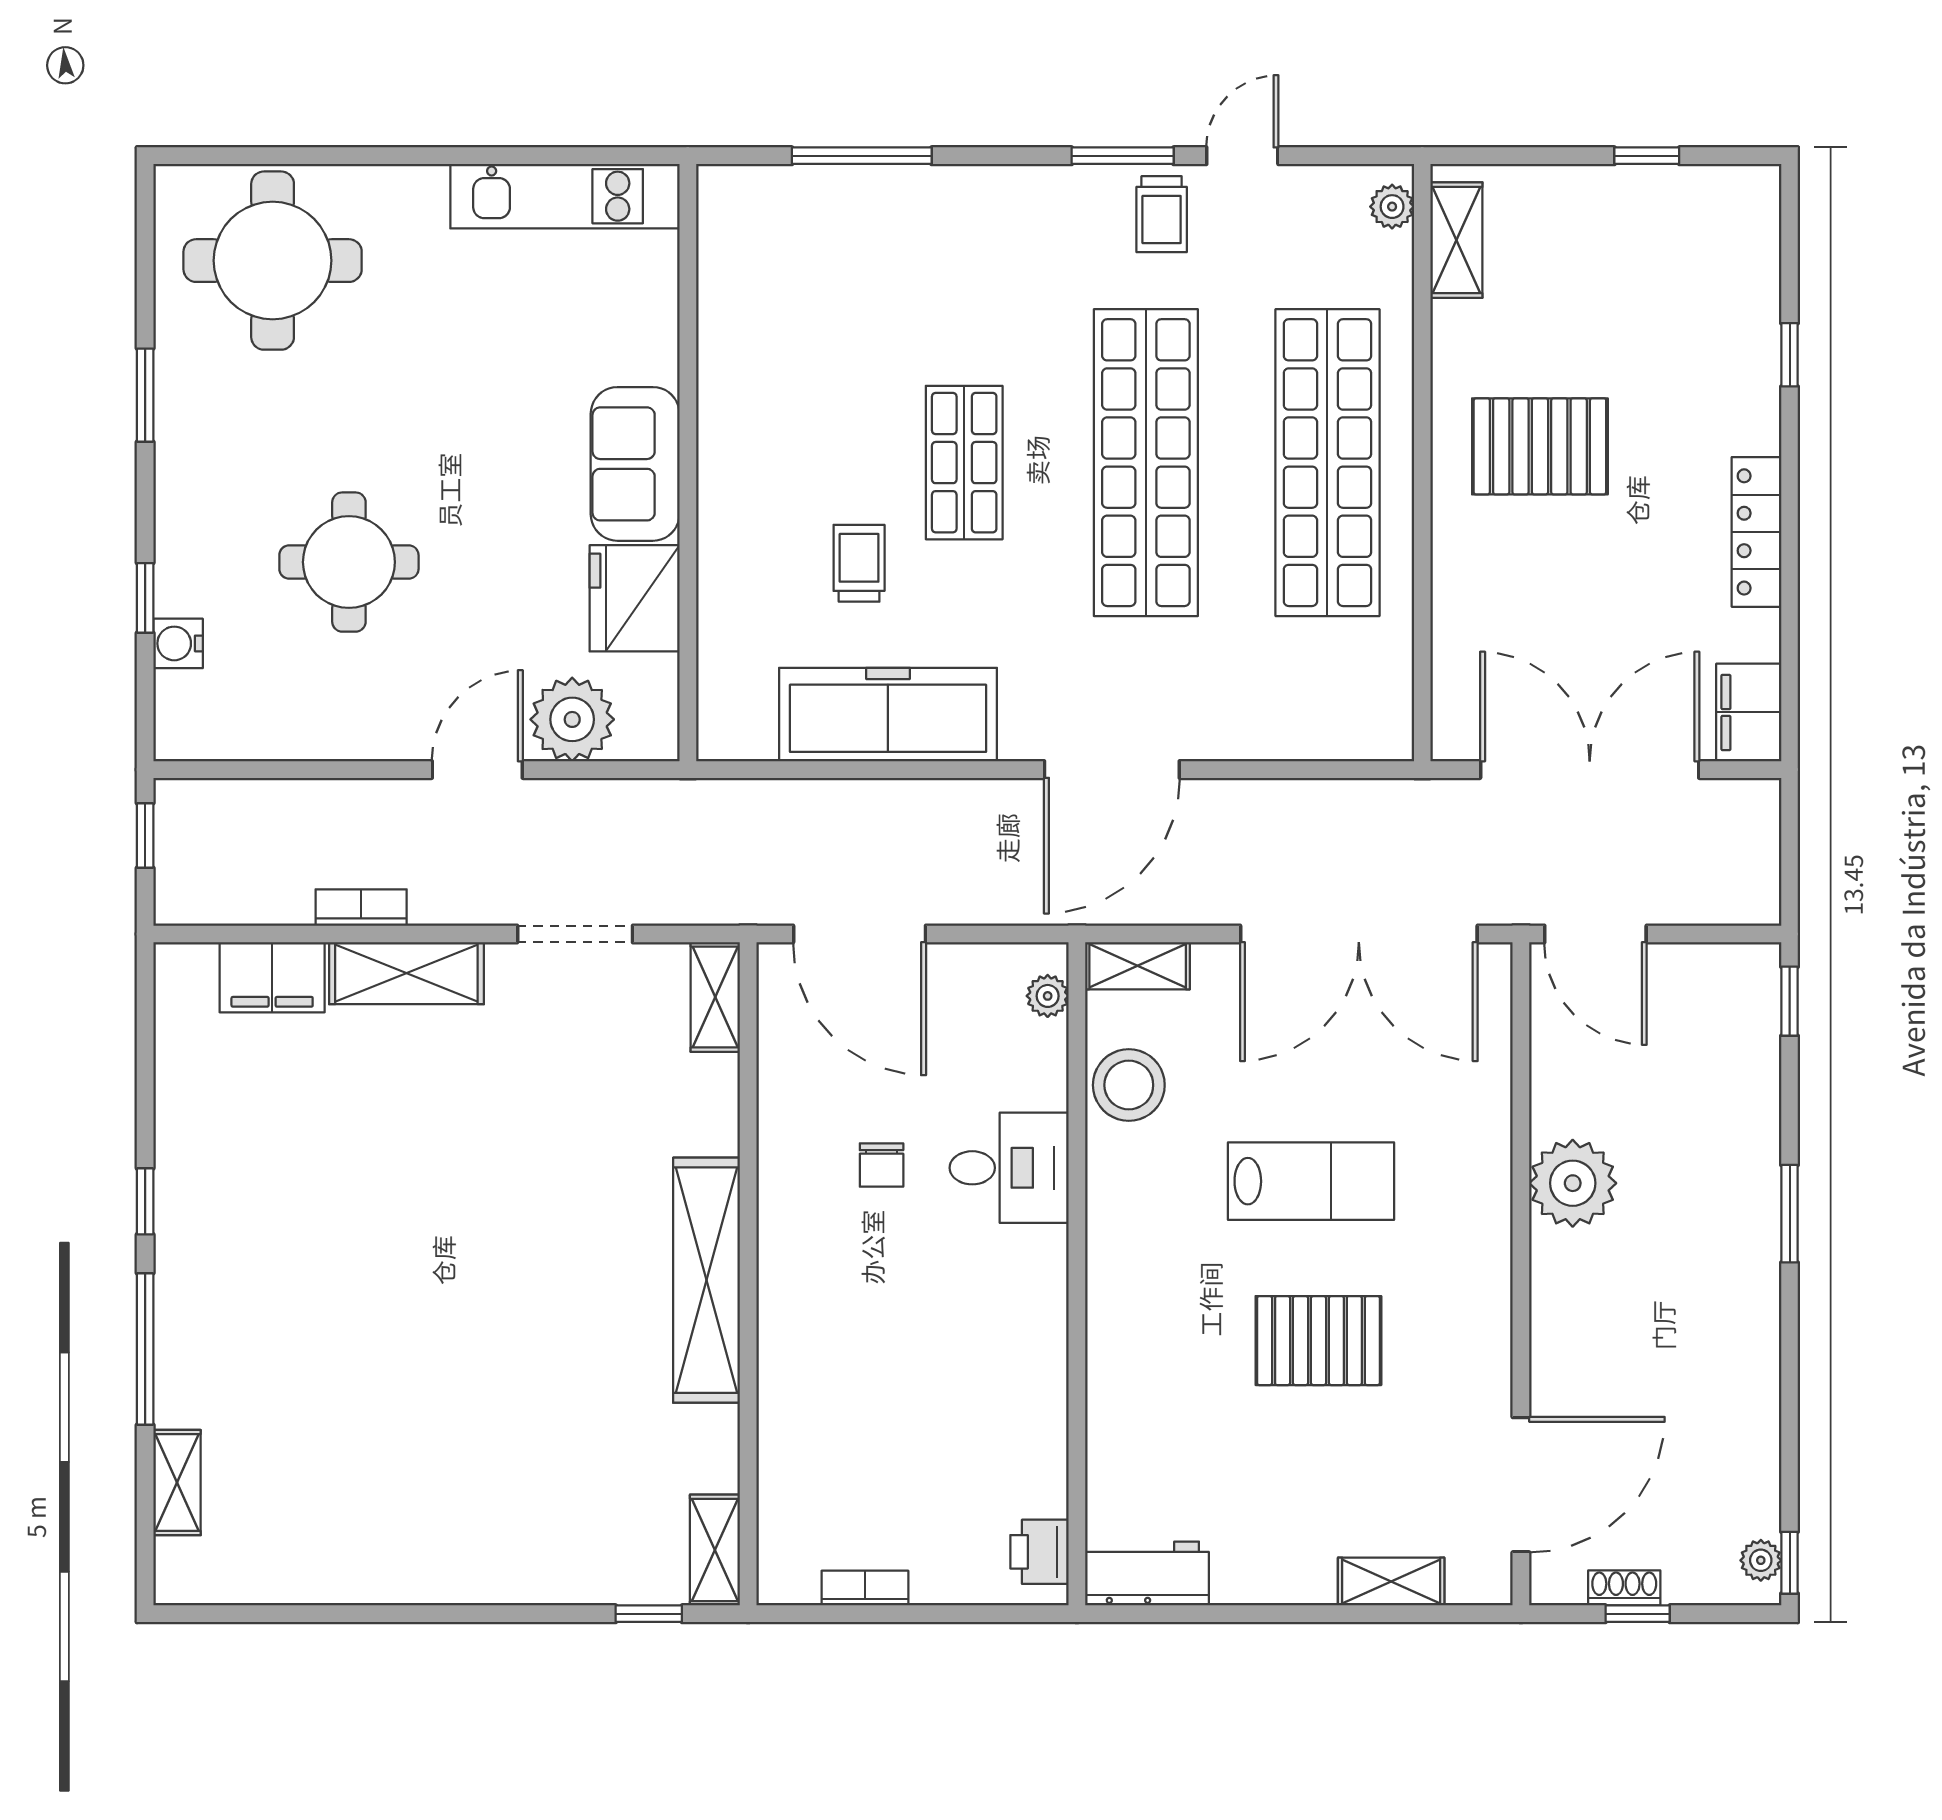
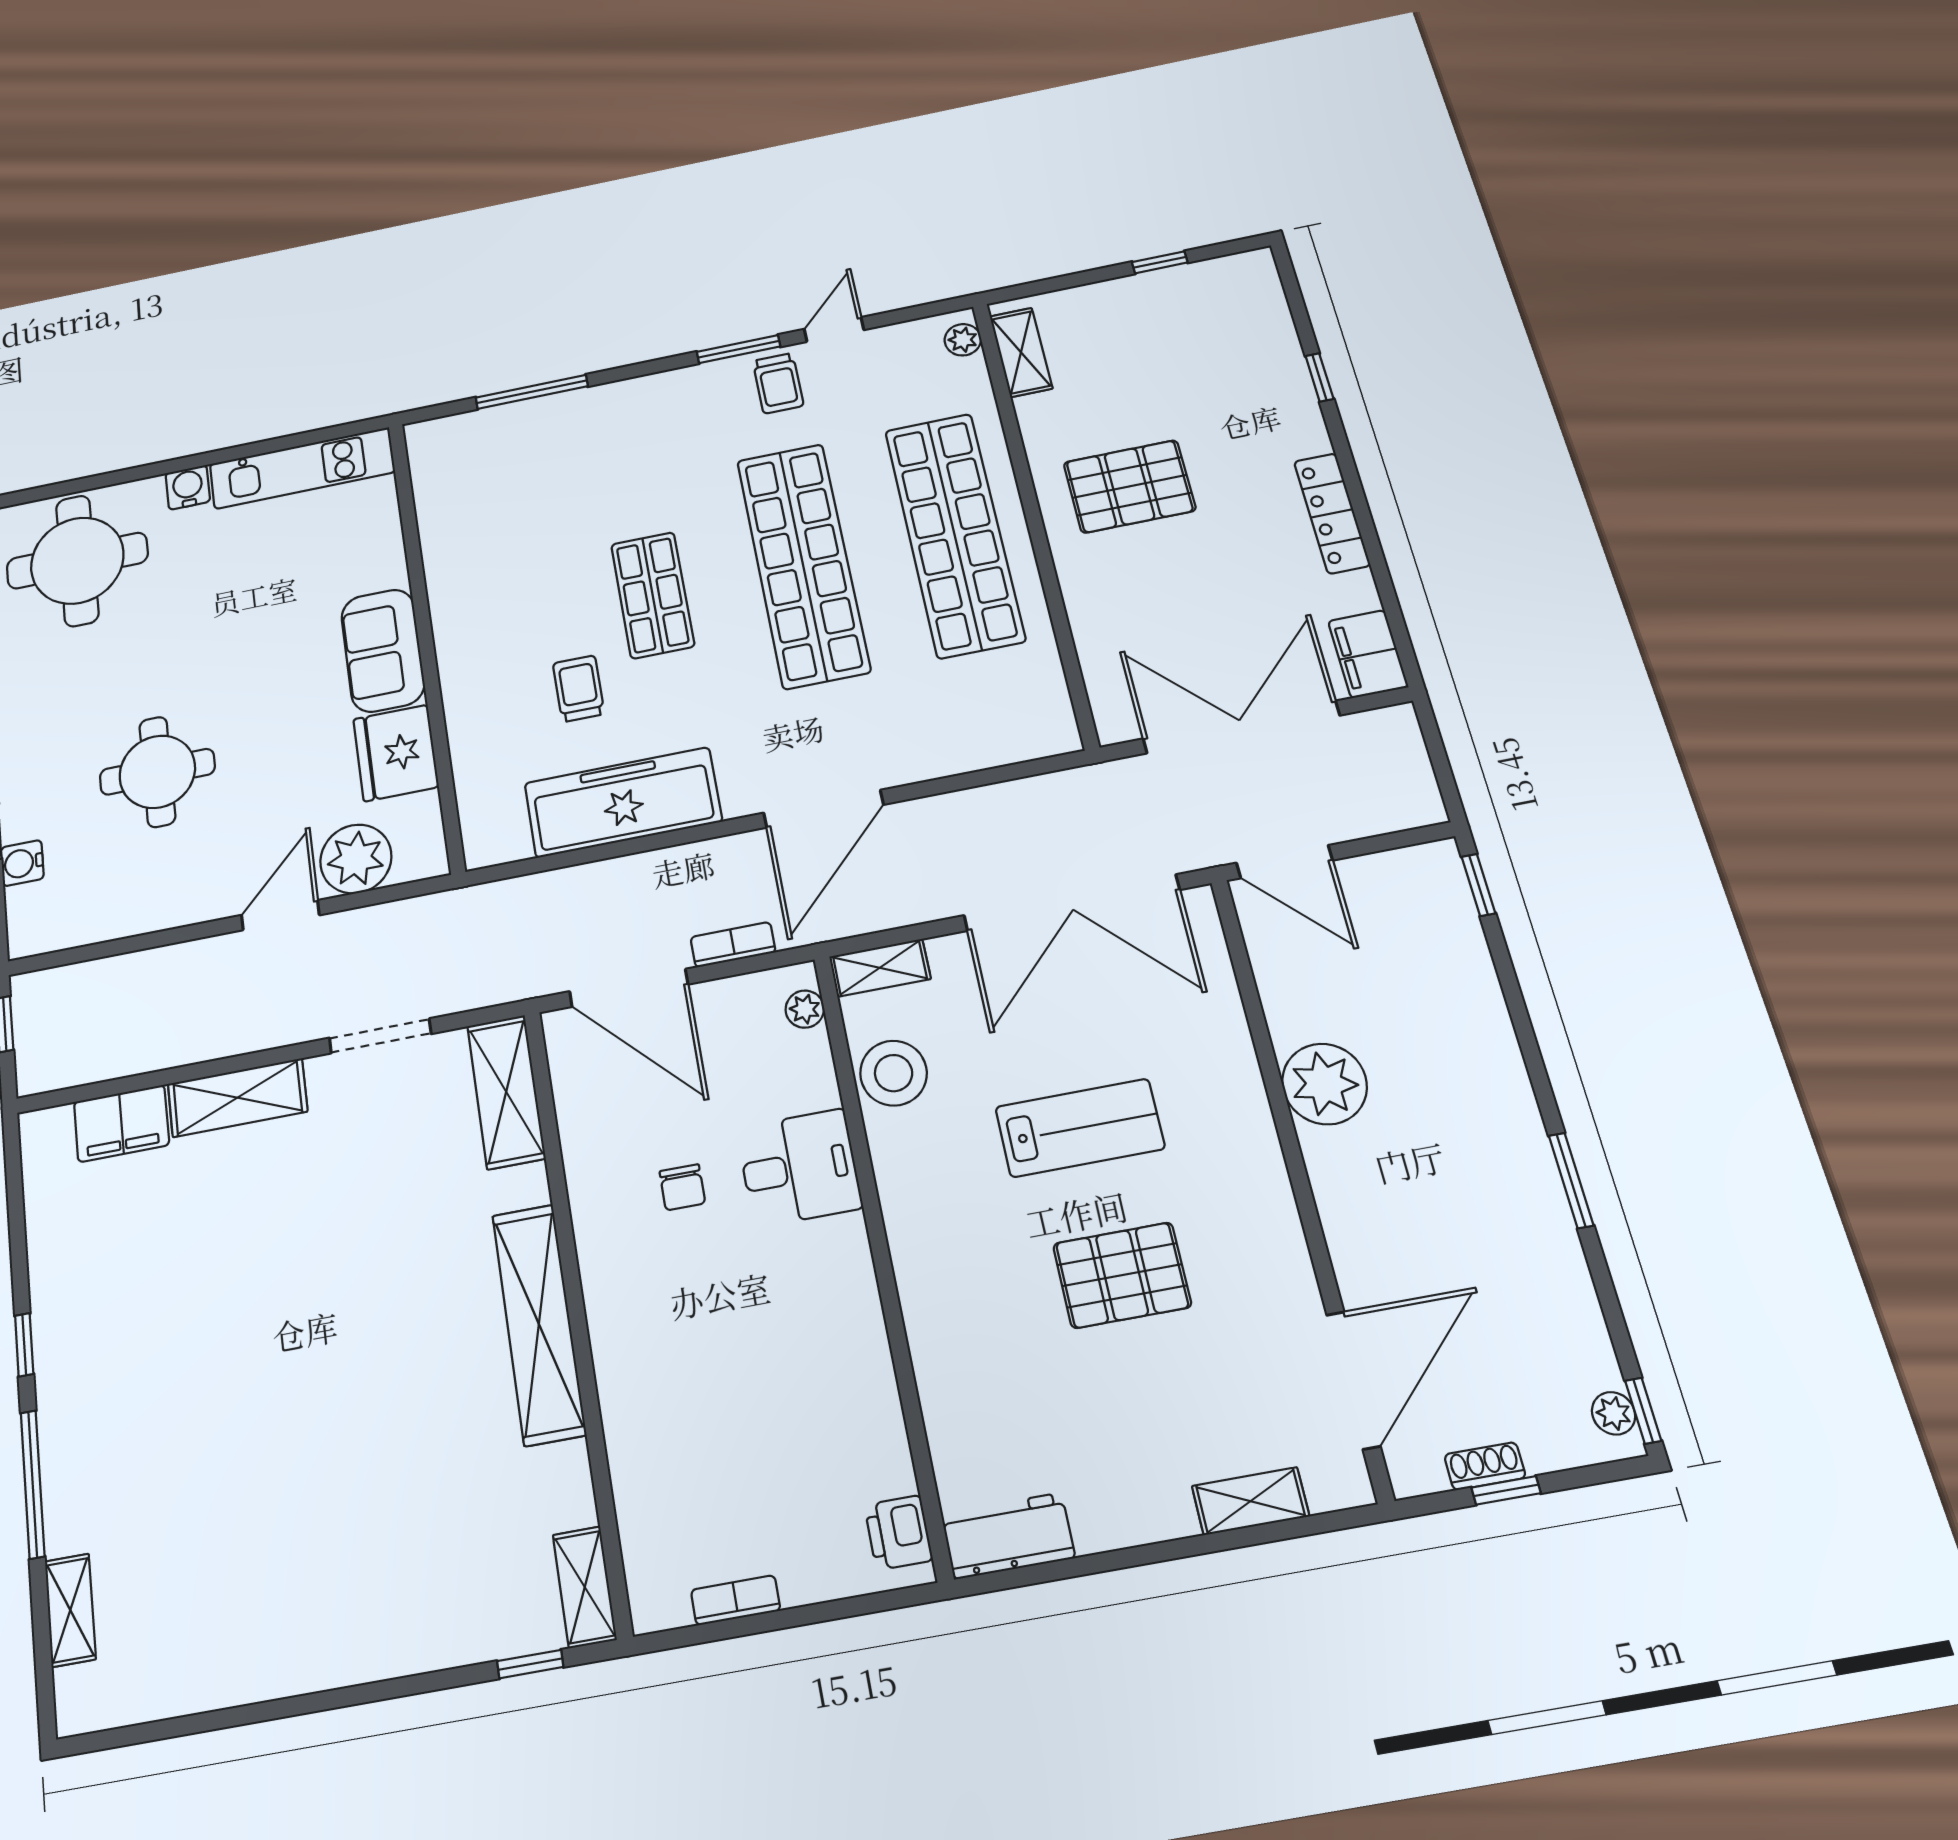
water cooler: (420, 190) -> (188, 487), added
bookcase: (361, 908) -> (733, 945), moved
shelving: (715, 997) -> (506, 1092), width x1.50, depth x1.33
window: (1790, 1214) -> (1571, 1180), moved

